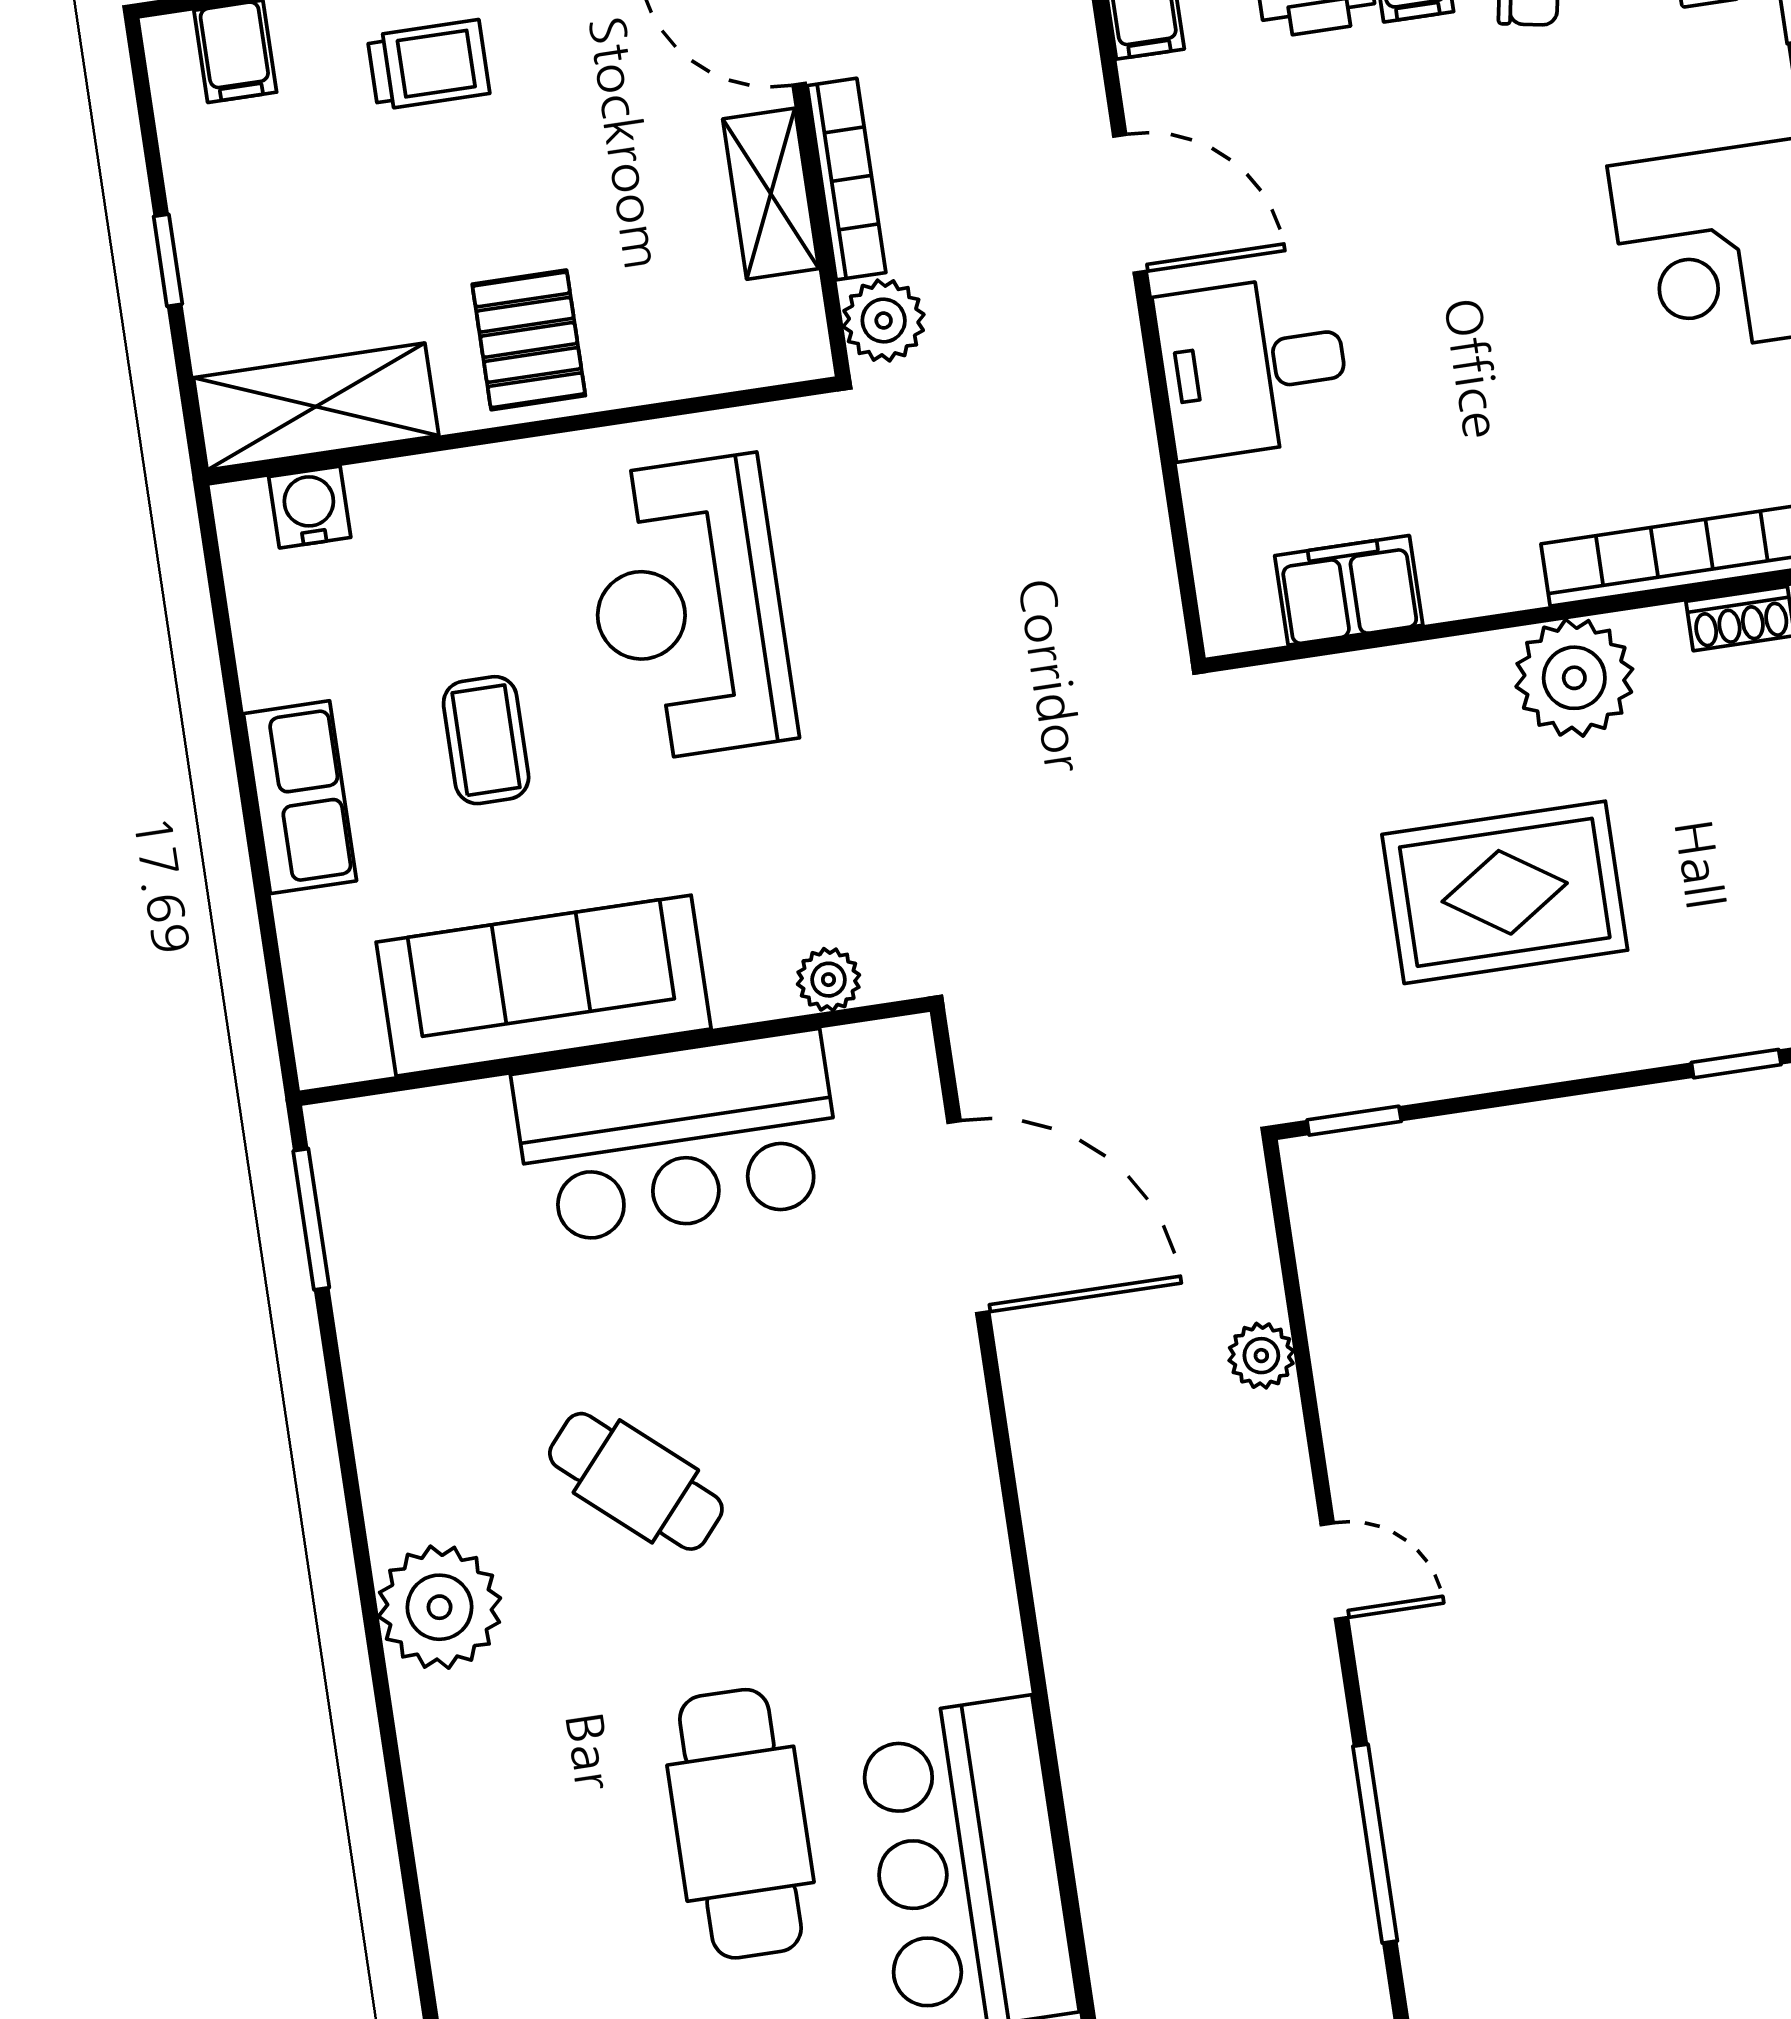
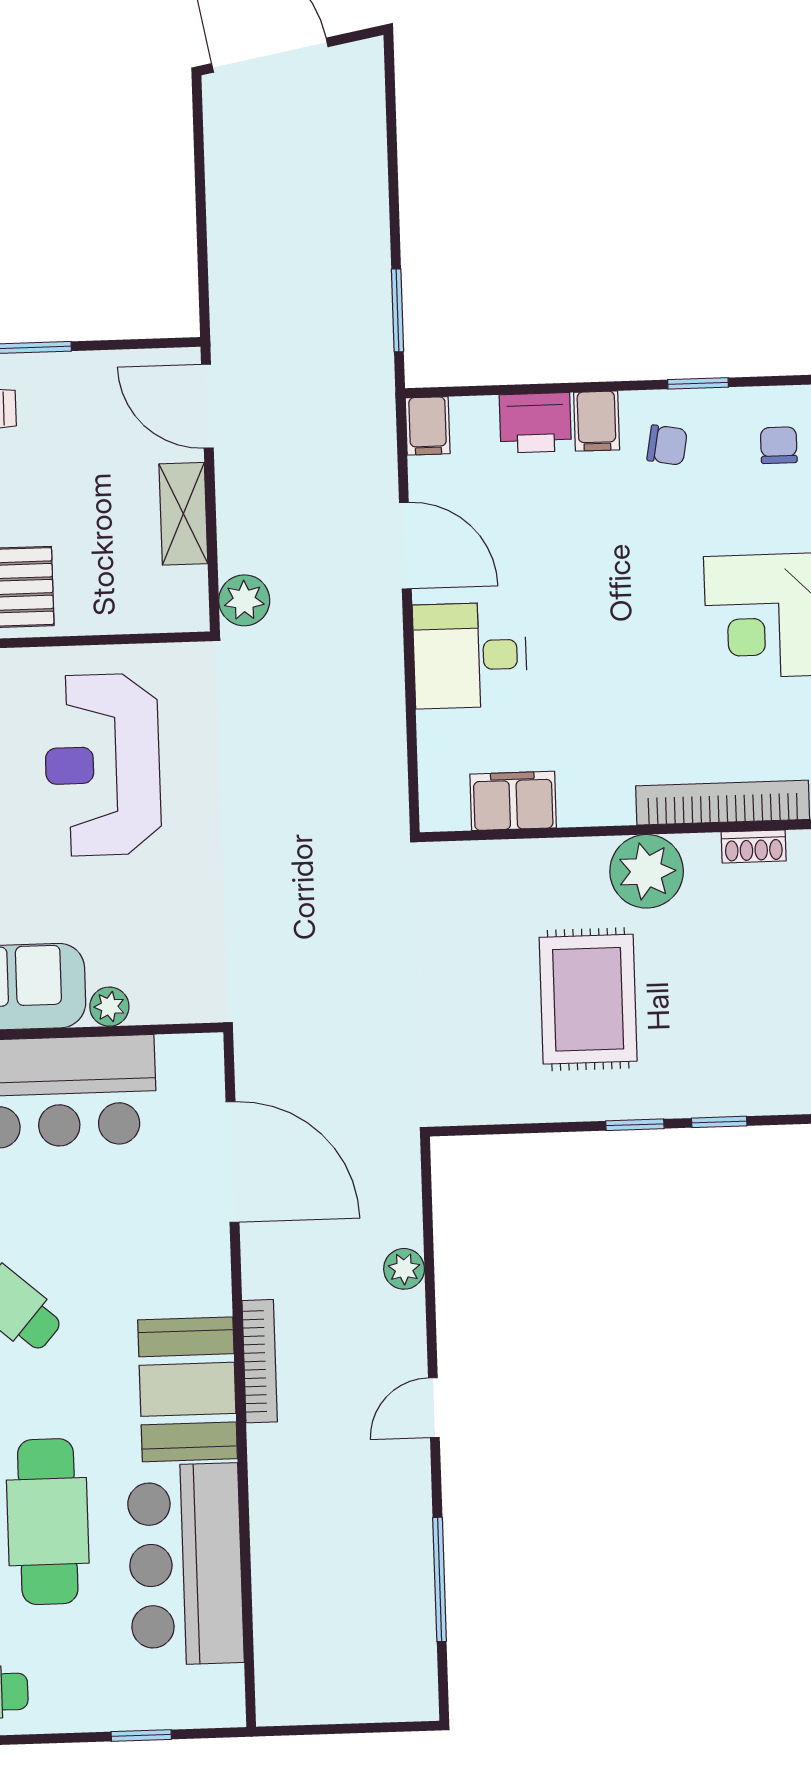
bookcase: (847, 179) -> (260, 1361), moved
rug: (1505, 892) -> (588, 999), turned 90
plant: (829, 980) -> (109, 1007), moved
window: (1354, 1121) -> (635, 1125), moved
door: (1334, 1571) -> (434, 1408), swing flipped
booth: (939, 1587) -> (188, 1389), added

